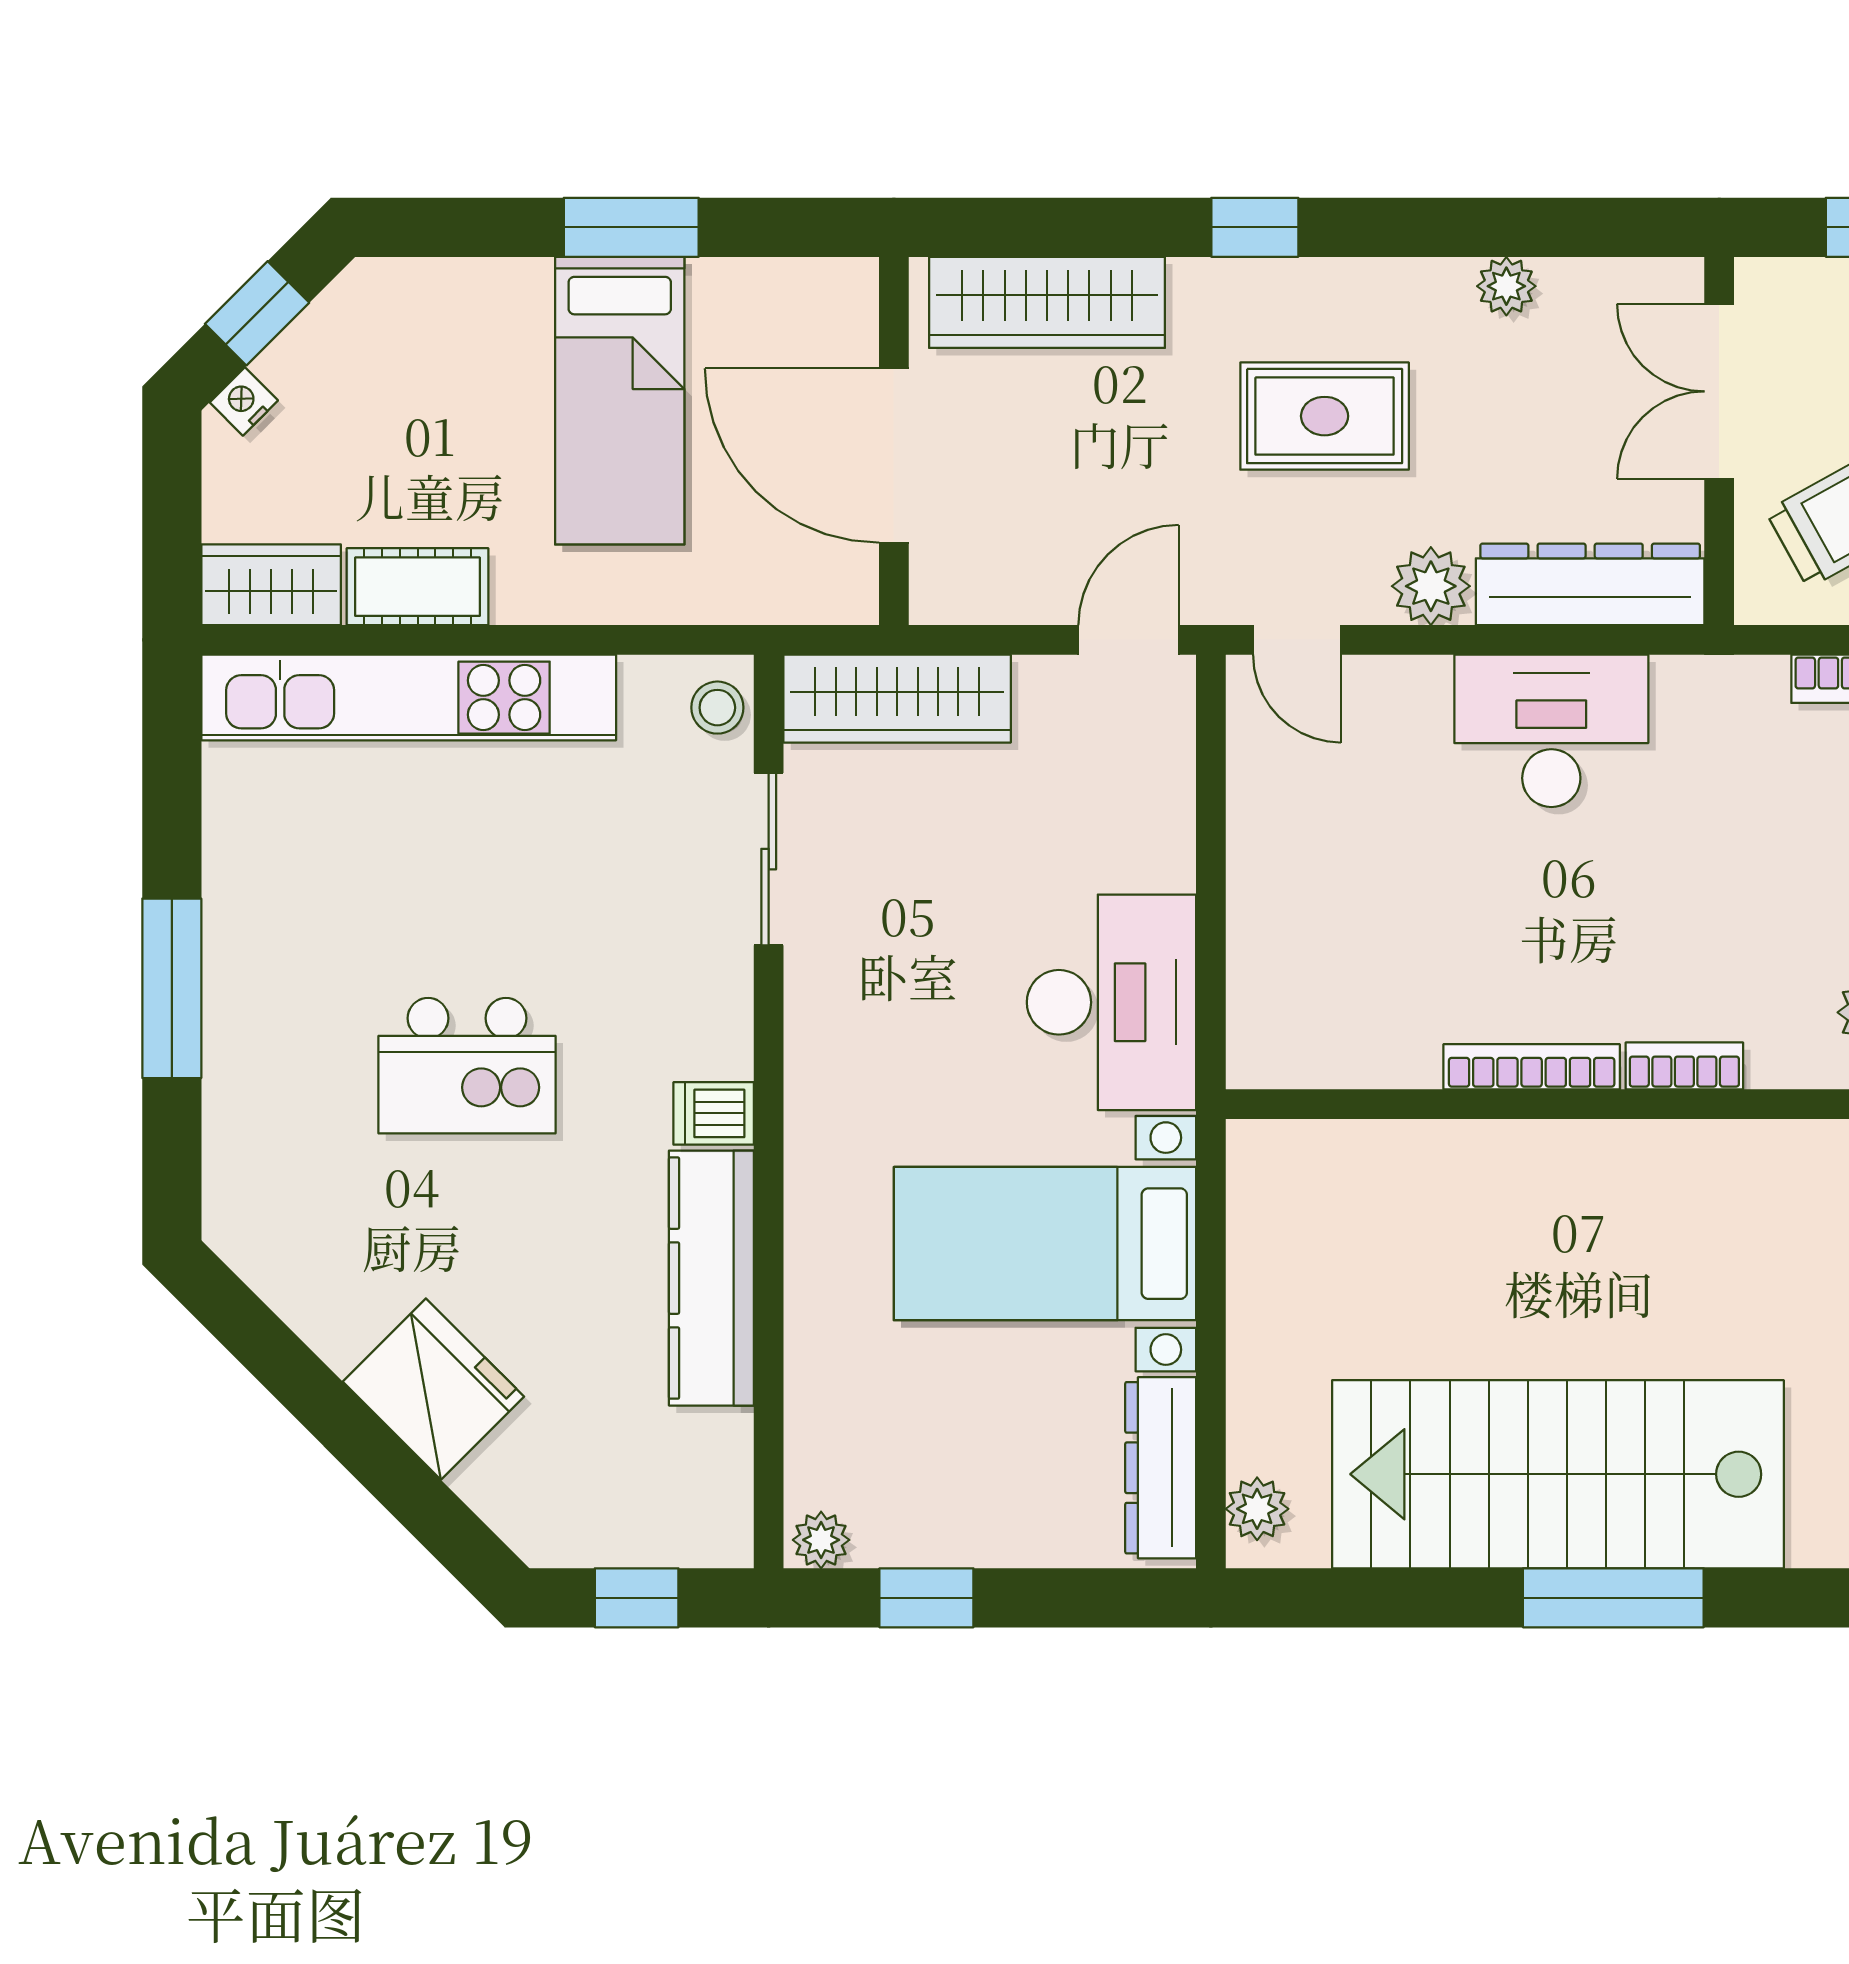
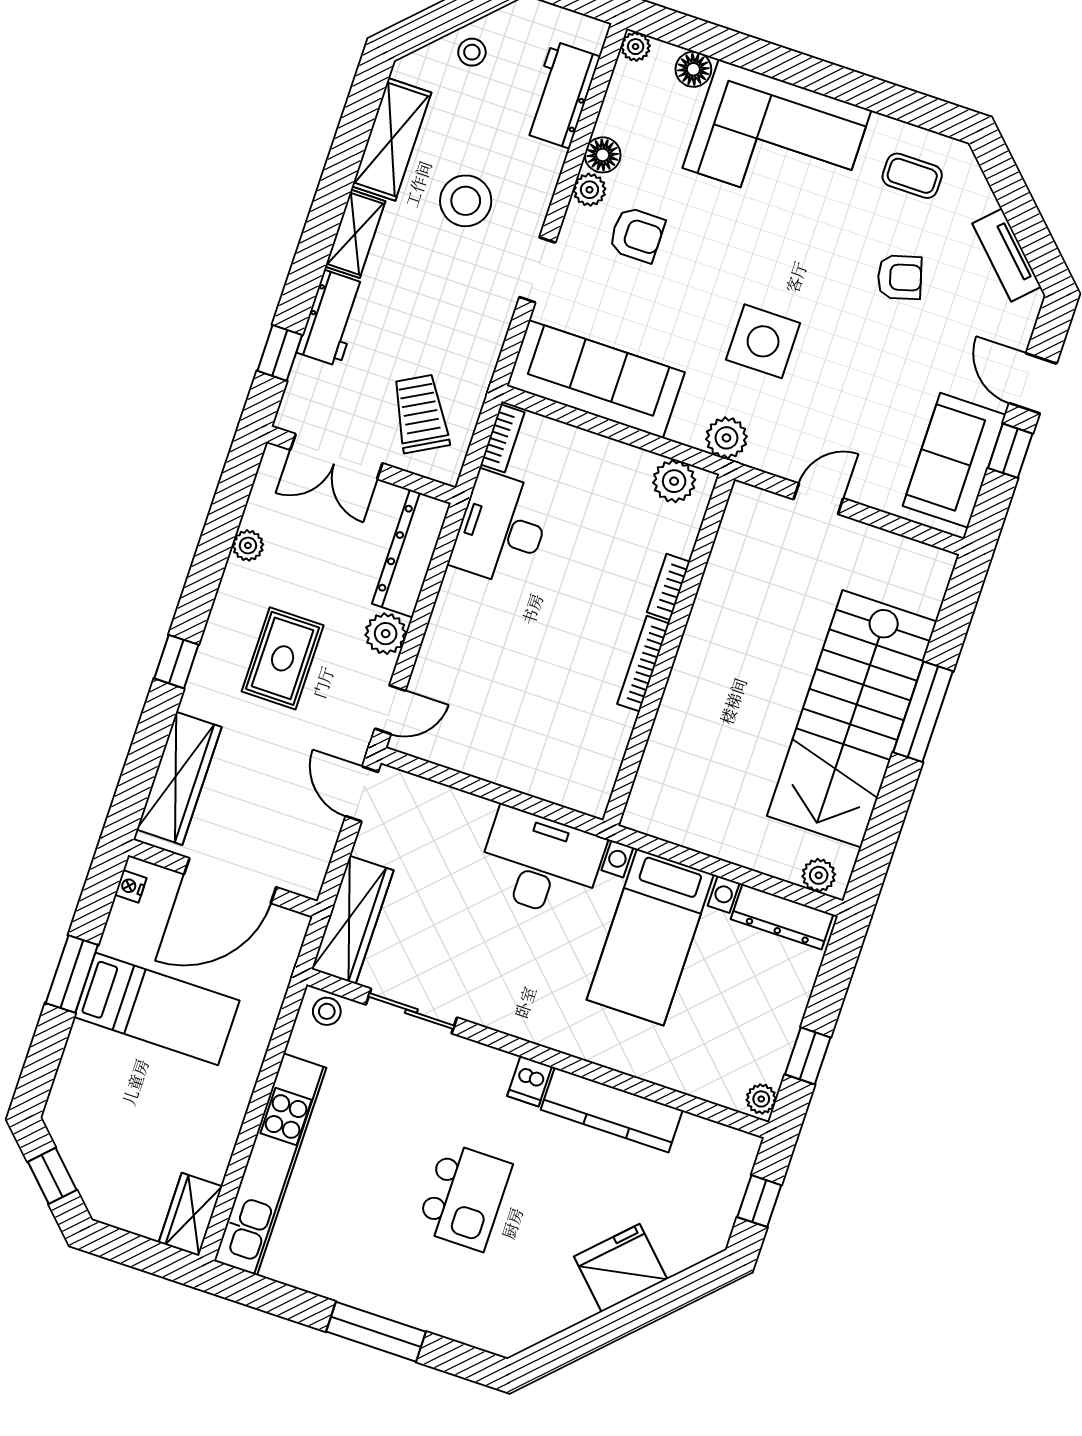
nightstand: (244, 401) -> (131, 886), moved, turned 45
cot: (418, 587) -> (216, 1141), removed
desk: (1551, 731) -> (501, 529), moved

